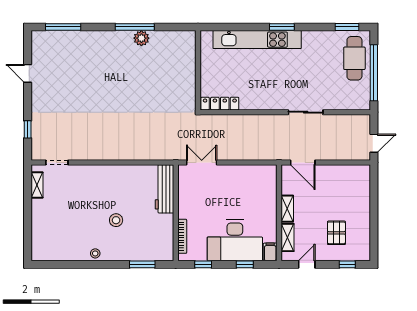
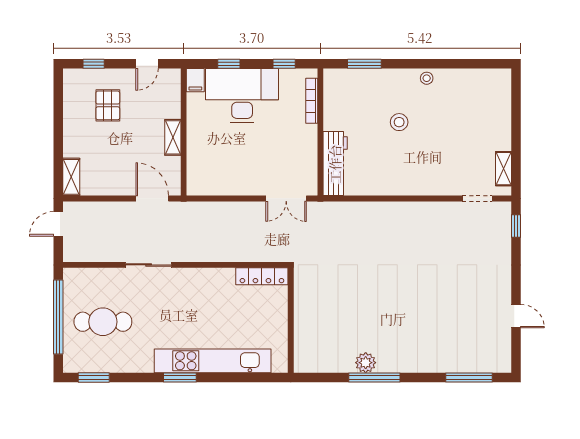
cafe table: (354, 58) -> (103, 322), moved, turned 90
window: (28, 129) -> (516, 226), moved
shelving: (287, 238) -> (71, 177), moved

